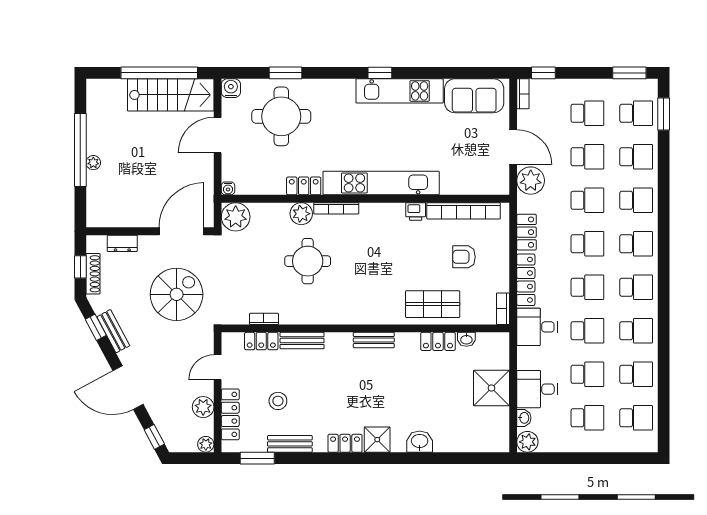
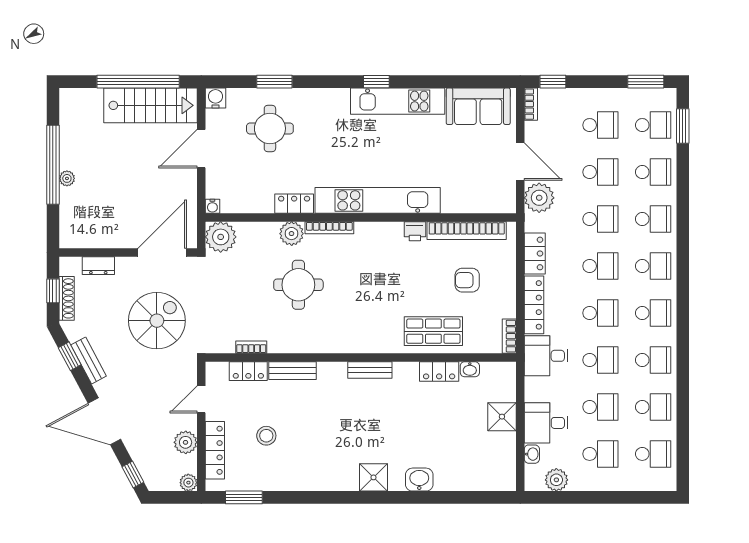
round table: (281, 116) -> (270, 128), width x0.73, depth x0.73
shower: (491, 388) -> (502, 417), width x0.73, depth x0.73
plant: (527, 442) -> (556, 480), moved
locker: (345, 443) -> (339, 481), removed
bench: (290, 444) -> (279, 482), removed

